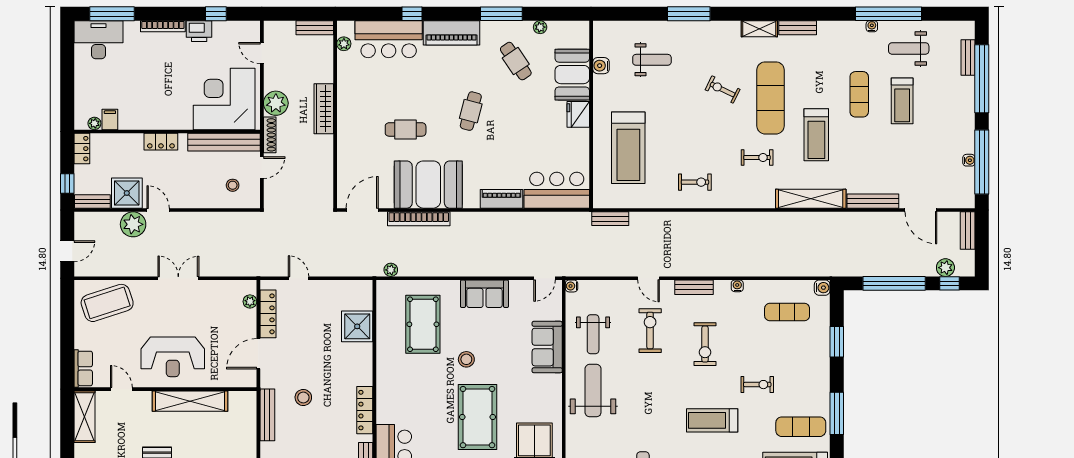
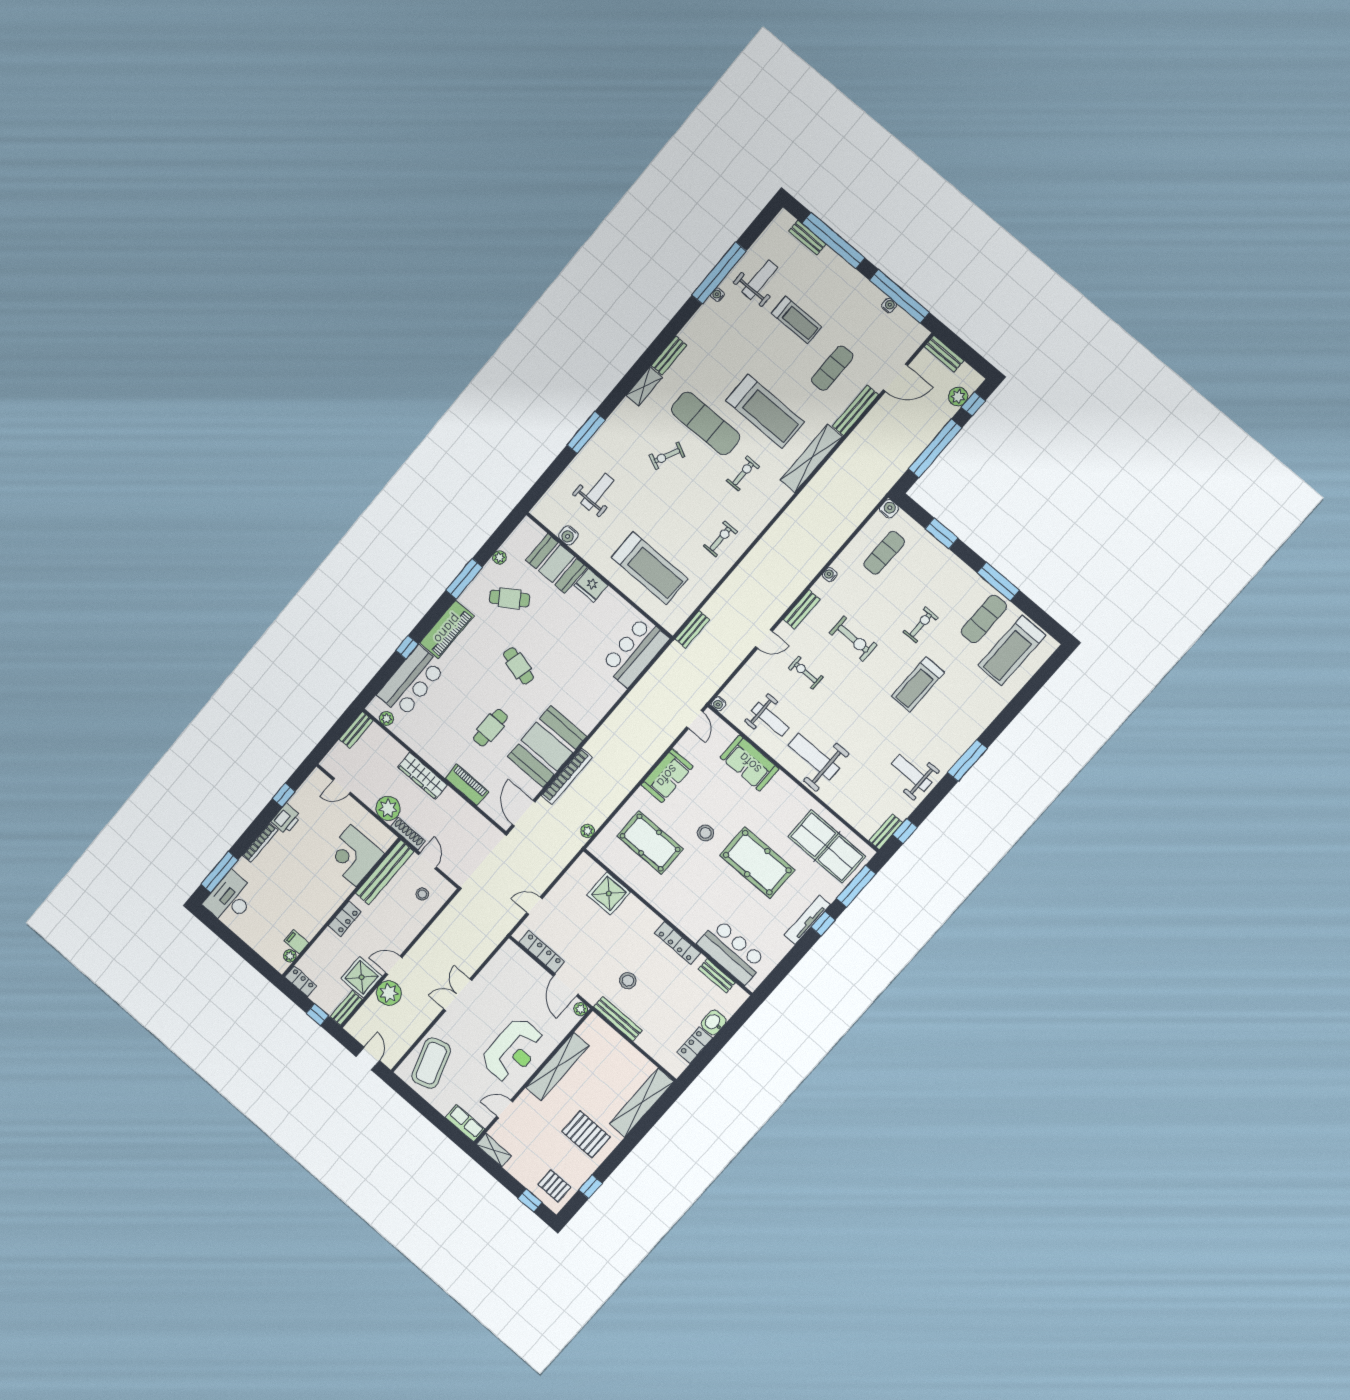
weight bench: (909, 48) -> (760, 280), turned 180
exercise mat: (859, 94) -> (832, 368), moved, turned 90
corner desk: (224, 99) -> (353, 856), width x0.74, depth x0.74
treadmill: (816, 135) -> (765, 411), width x1.37, depth x1.37
piano: (502, 199) -> (467, 785), moved, turned 90
plant: (250, 301) -> (581, 1009), moved
exercise bike: (650, 331) -> (806, 673), width x0.73, depth x0.72
shelving: (84, 417) -> (494, 1150), width x0.67, depth x0.75

